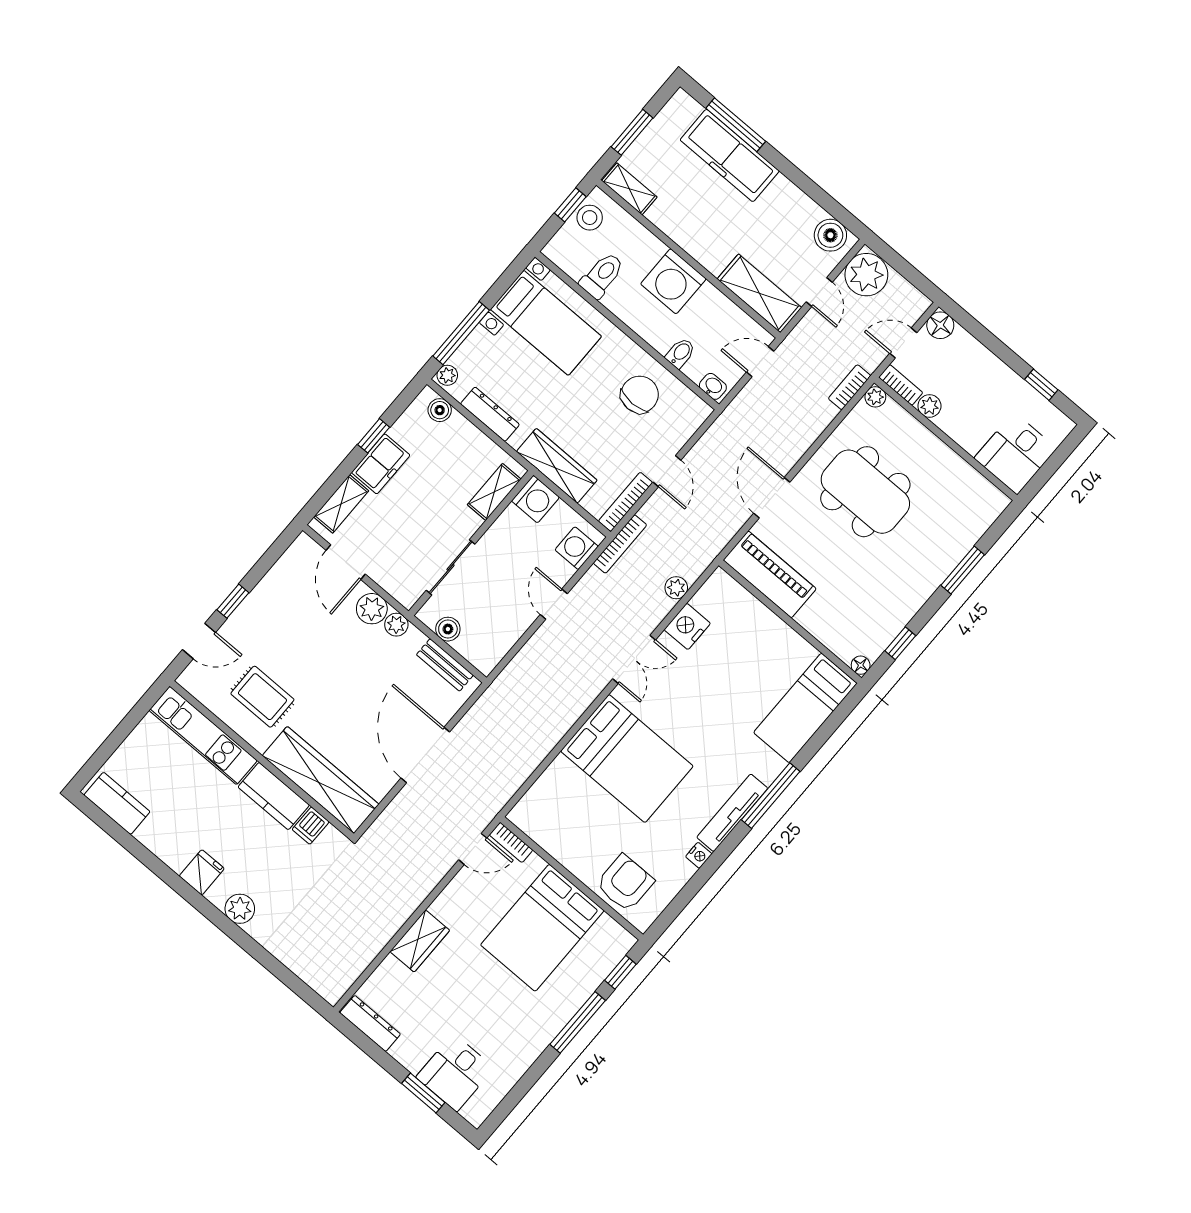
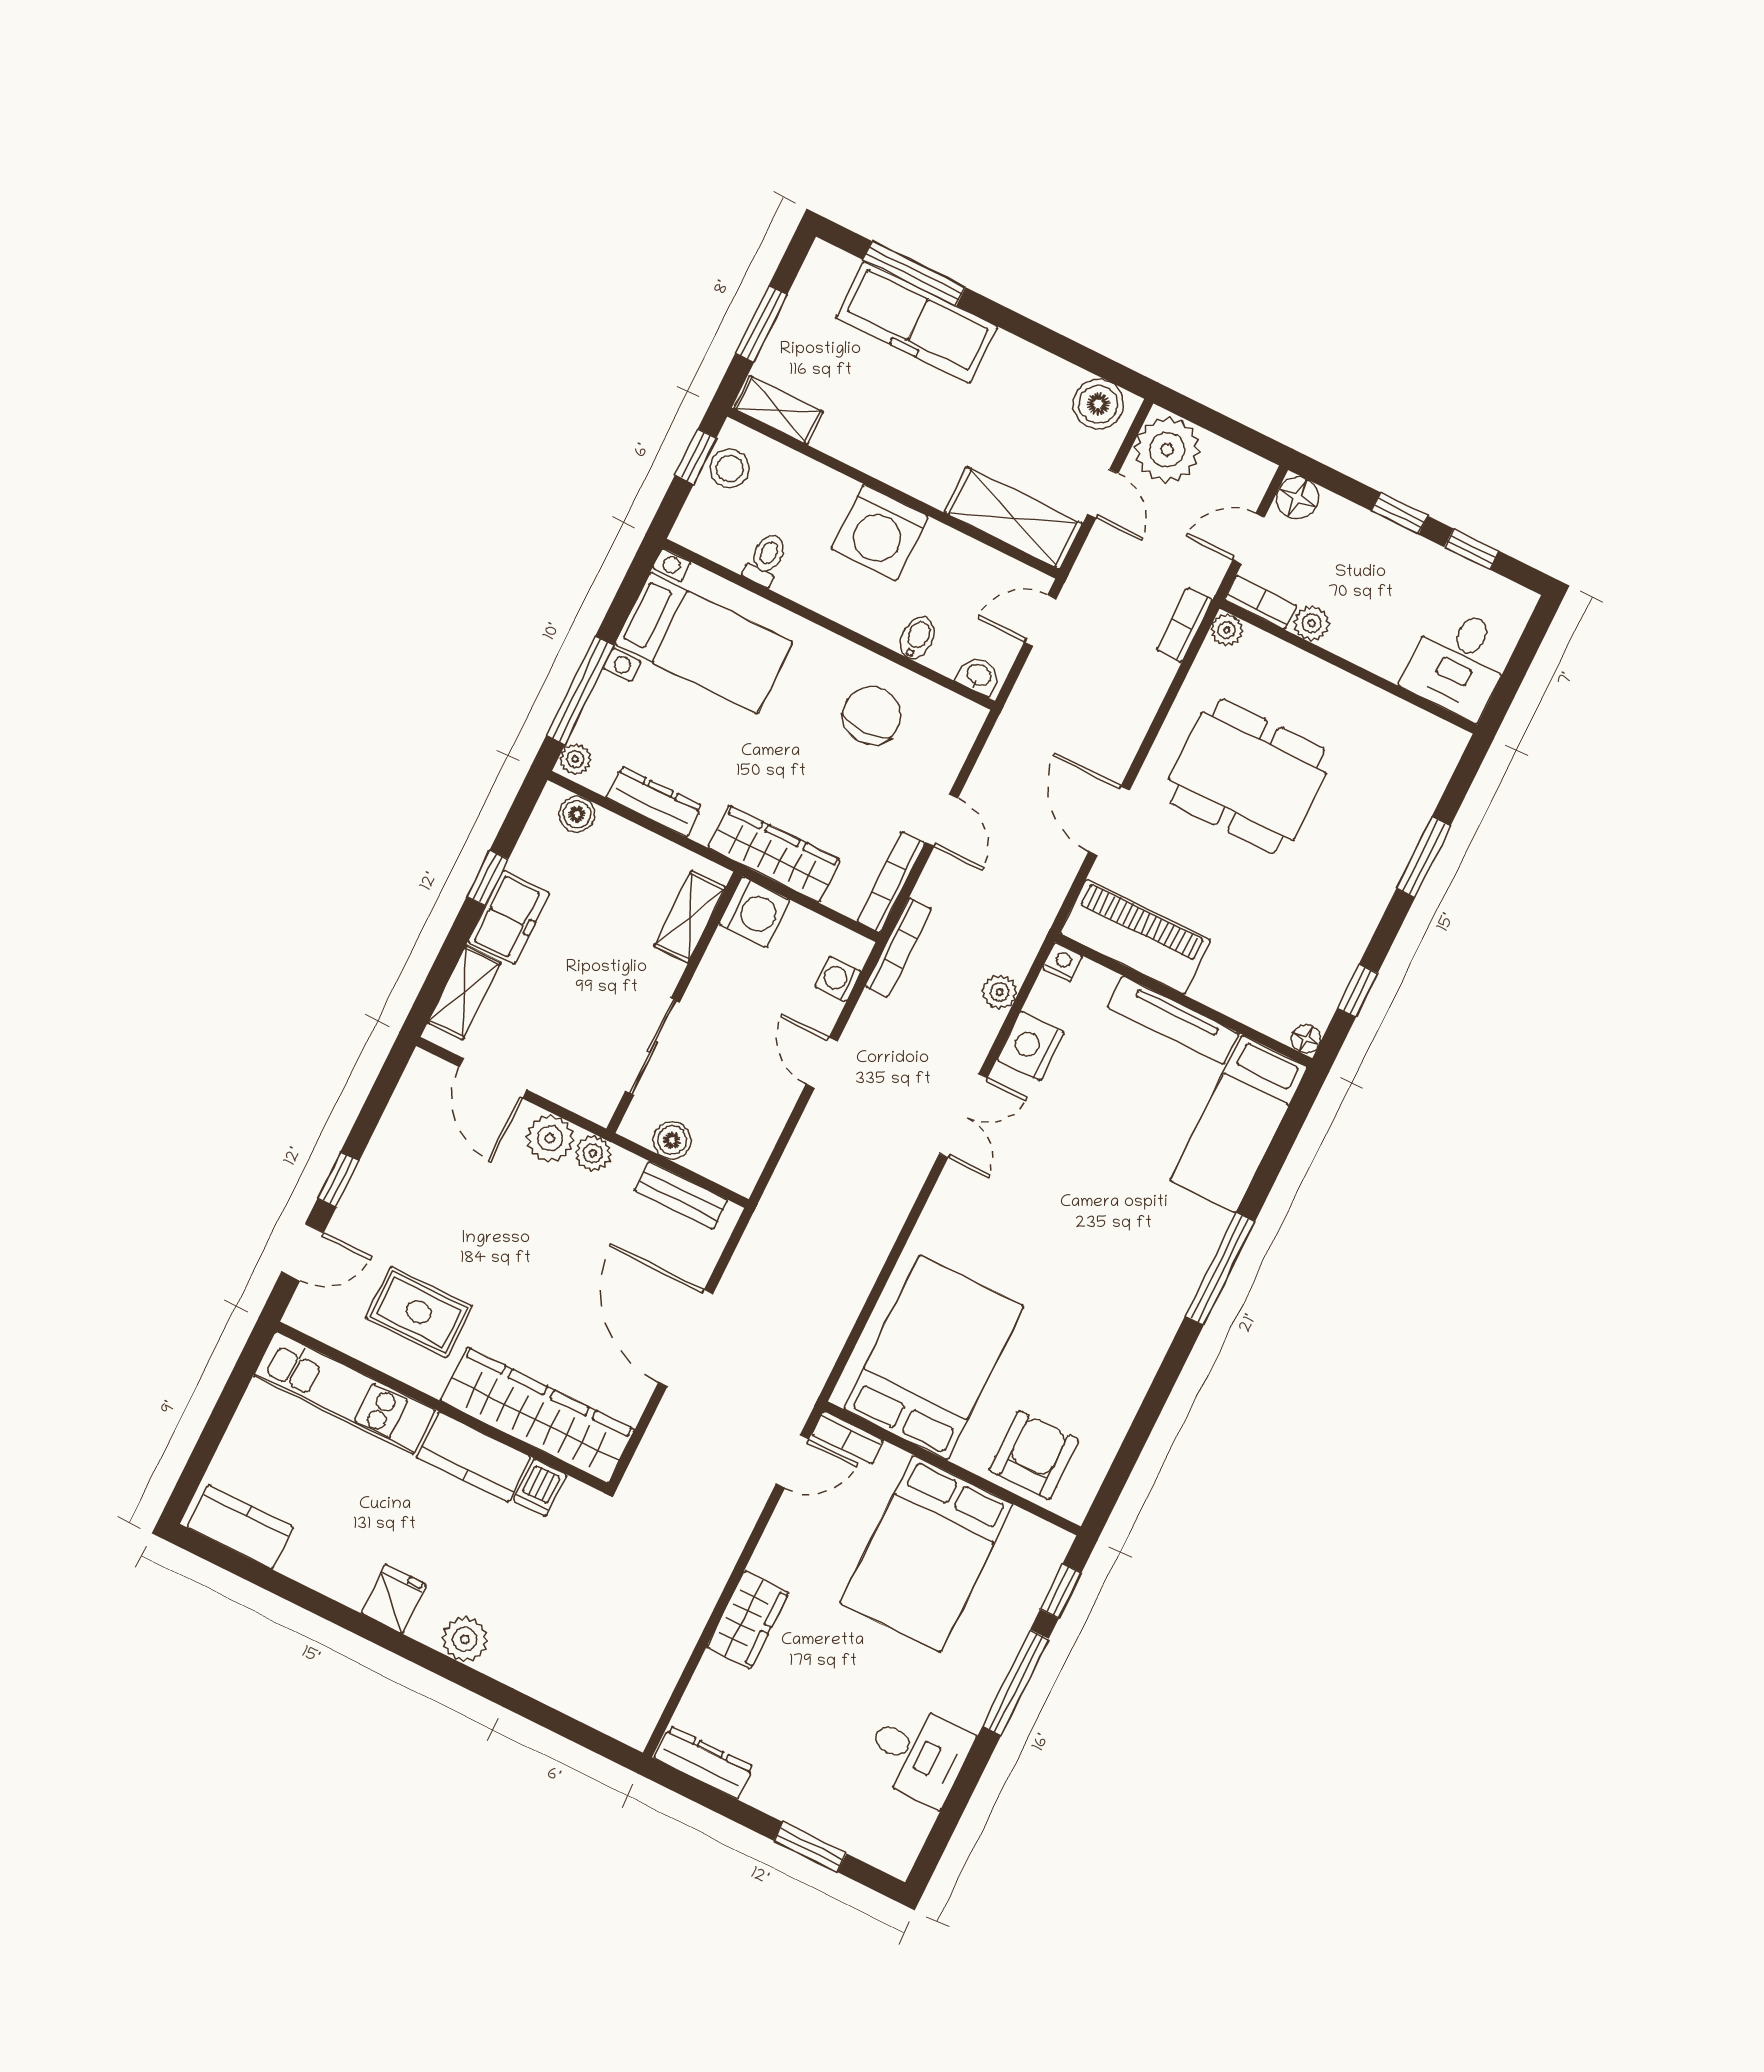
toilet: (602, 275) -> (766, 559), width x0.73, depth x0.72
window: (1002, 351) -> (1400, 513), added
washing machine: (577, 548) -> (838, 979), width x0.73, depth x0.73
bed: (627, 759) -> (934, 1358), moved, turned -90
tv unit: (732, 813) -> (1173, 1020), moved, turned -90
nightstand: (699, 855) -> (1062, 962), moved, turned -90
desk: (455, 1073) -> (918, 1754), moved, turned -90

